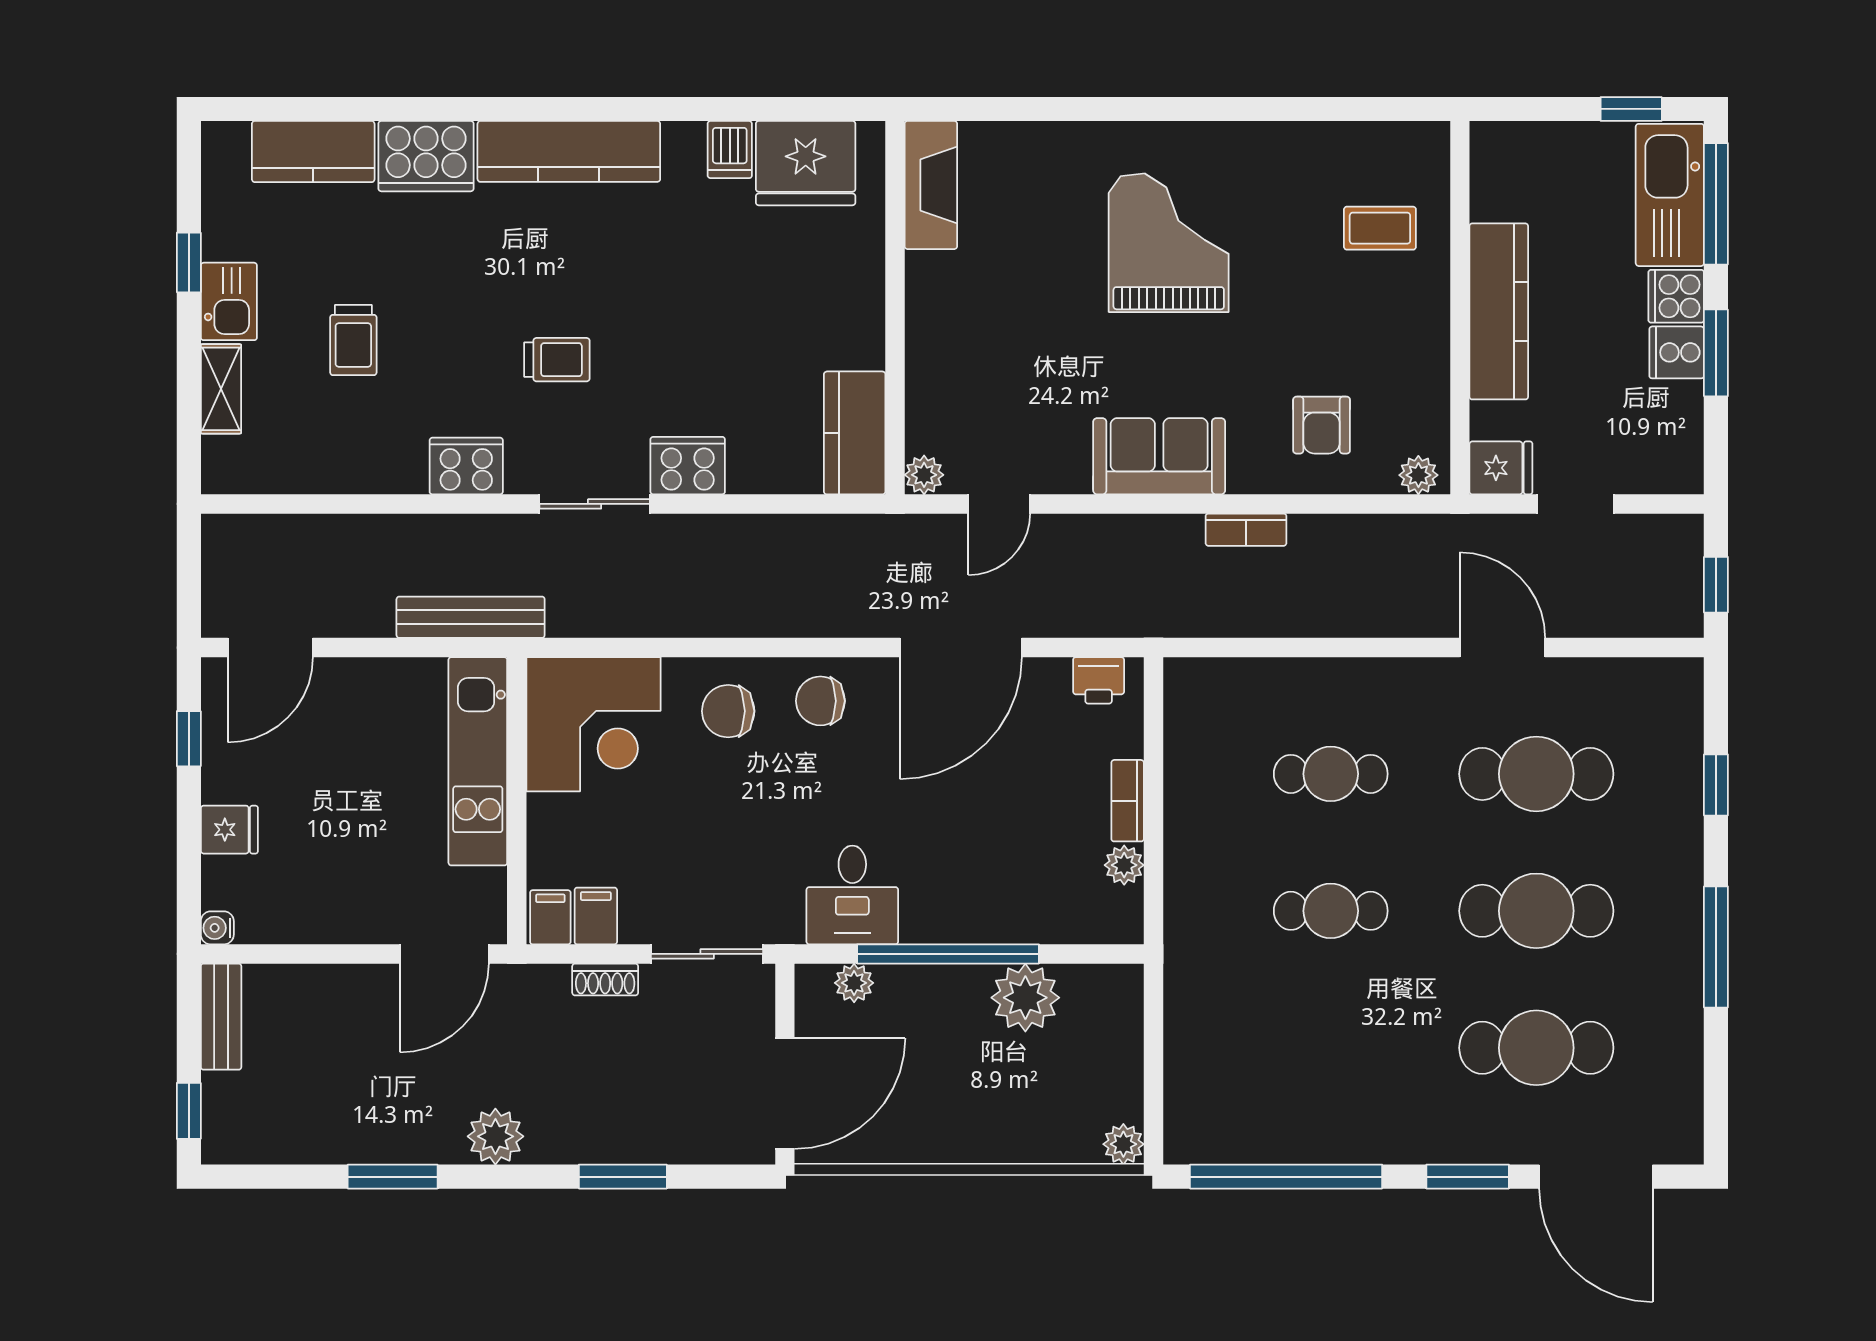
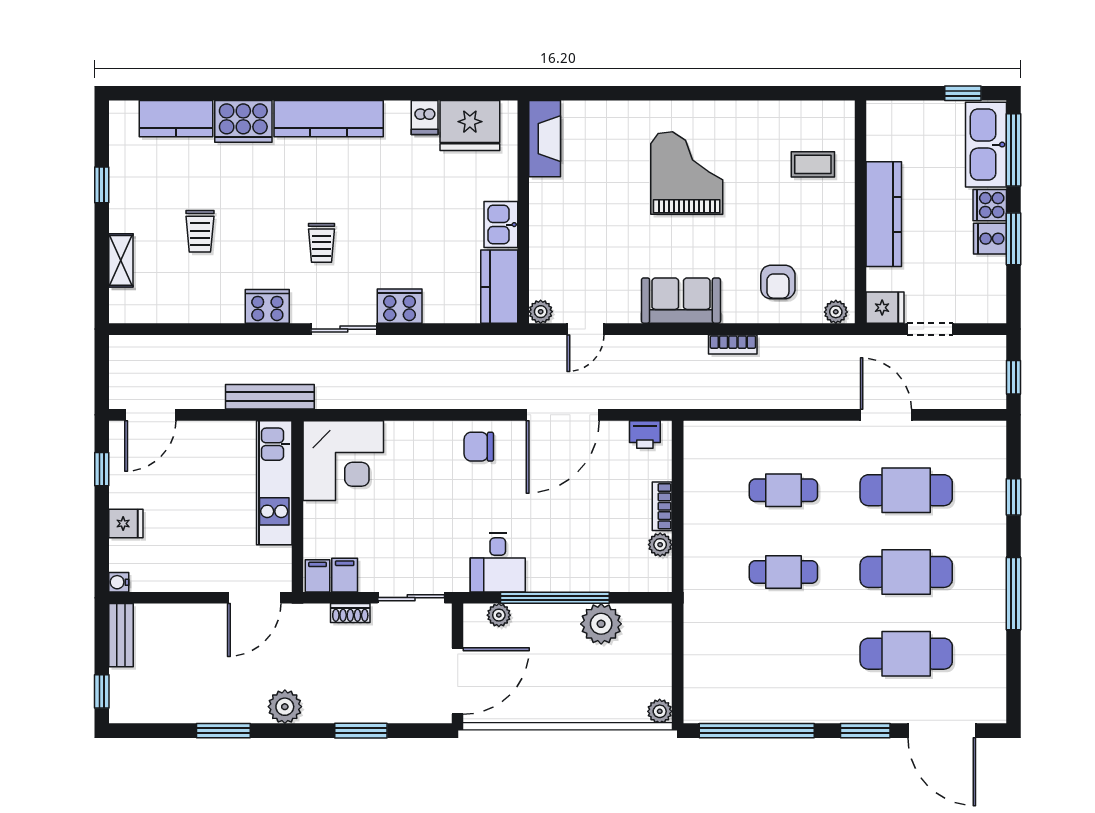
kitchen sink: (229, 301) -> (501, 225), moved, turned 180
trolley: (557, 360) -> (321, 243), turned 90
chair: (728, 711) -> (424, 453), removed

